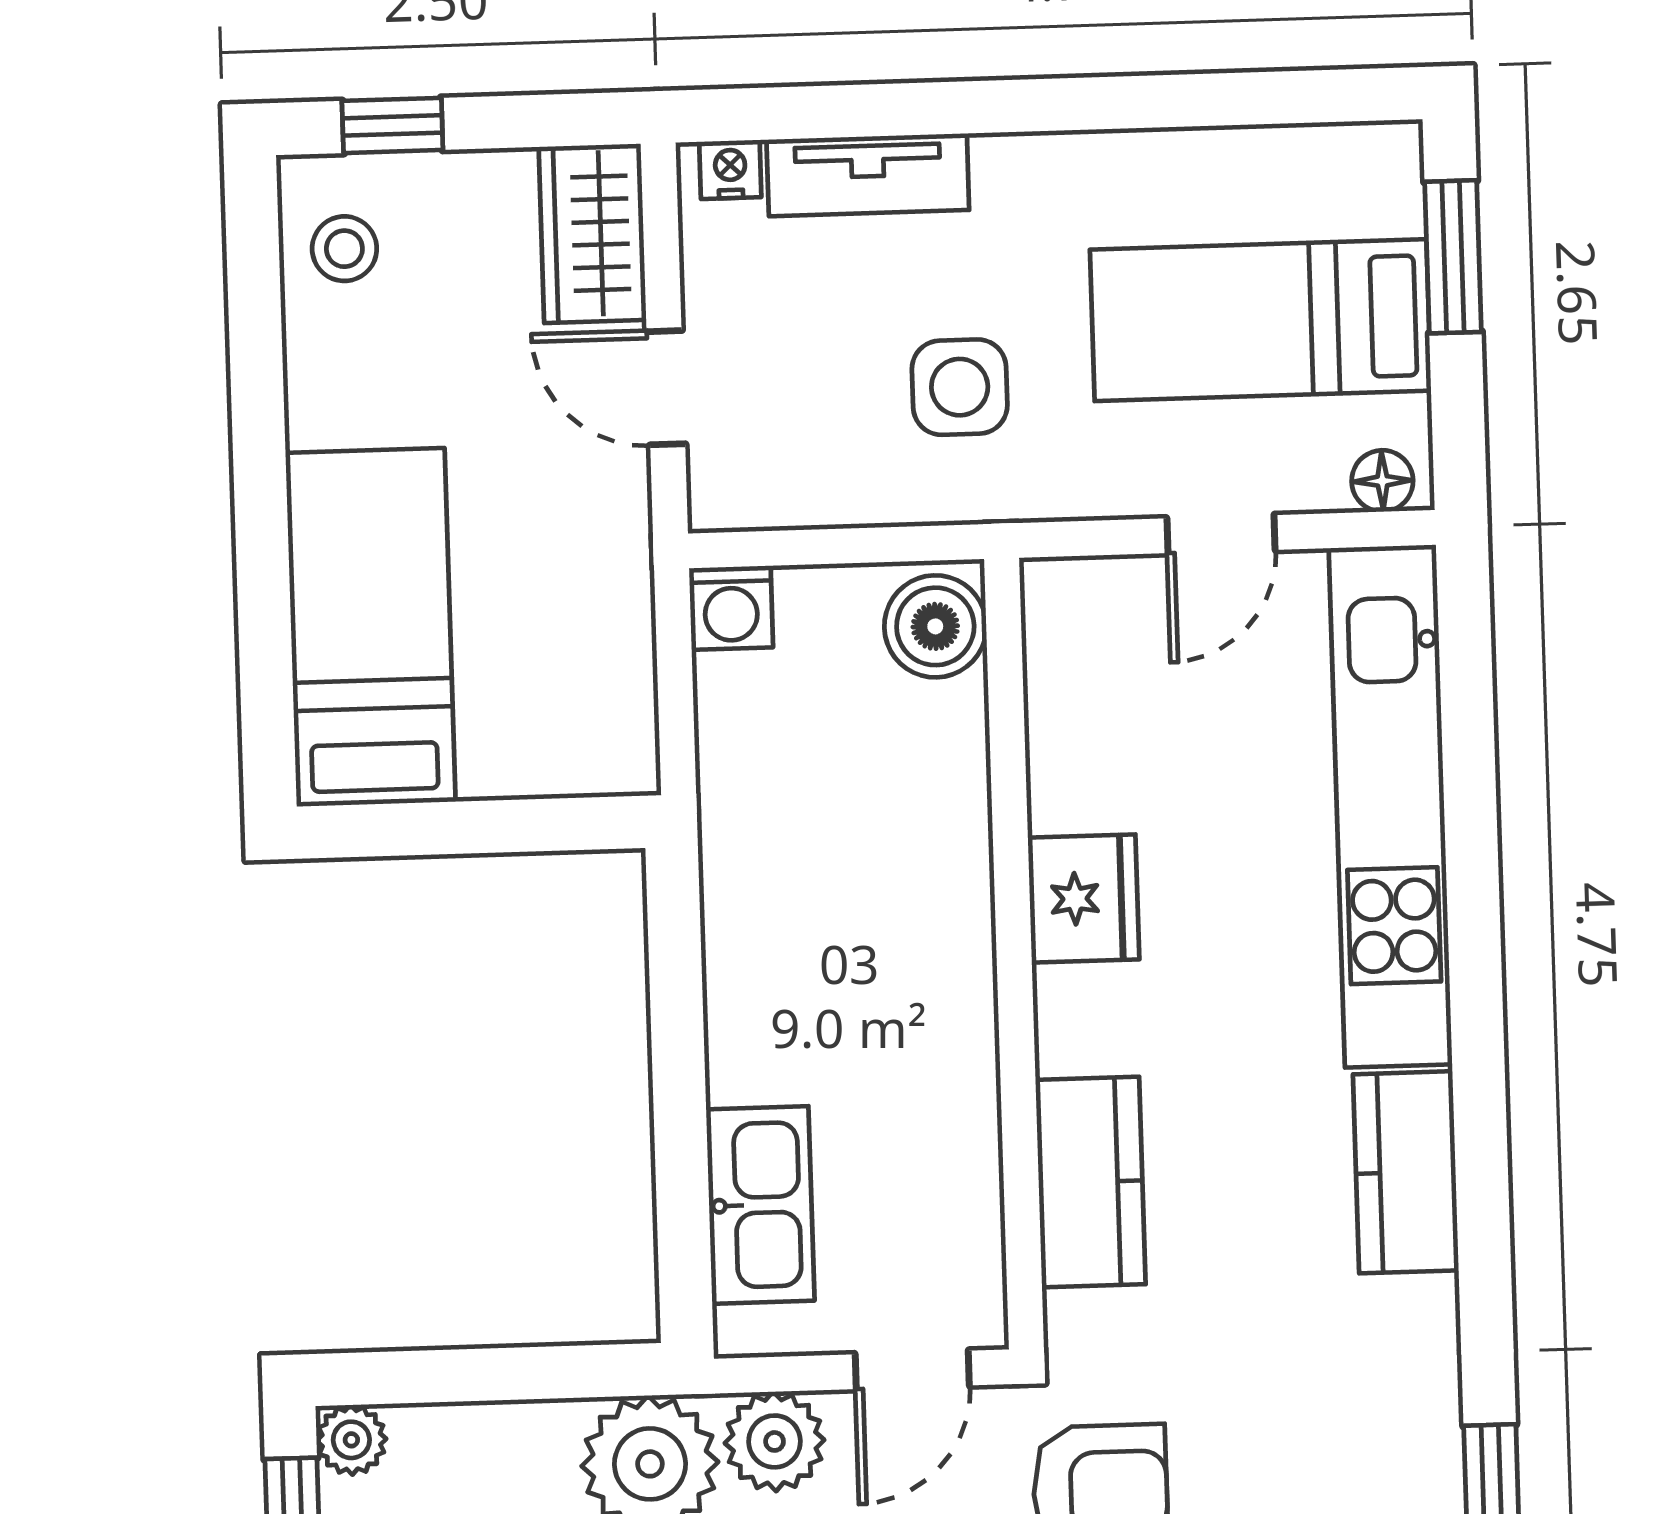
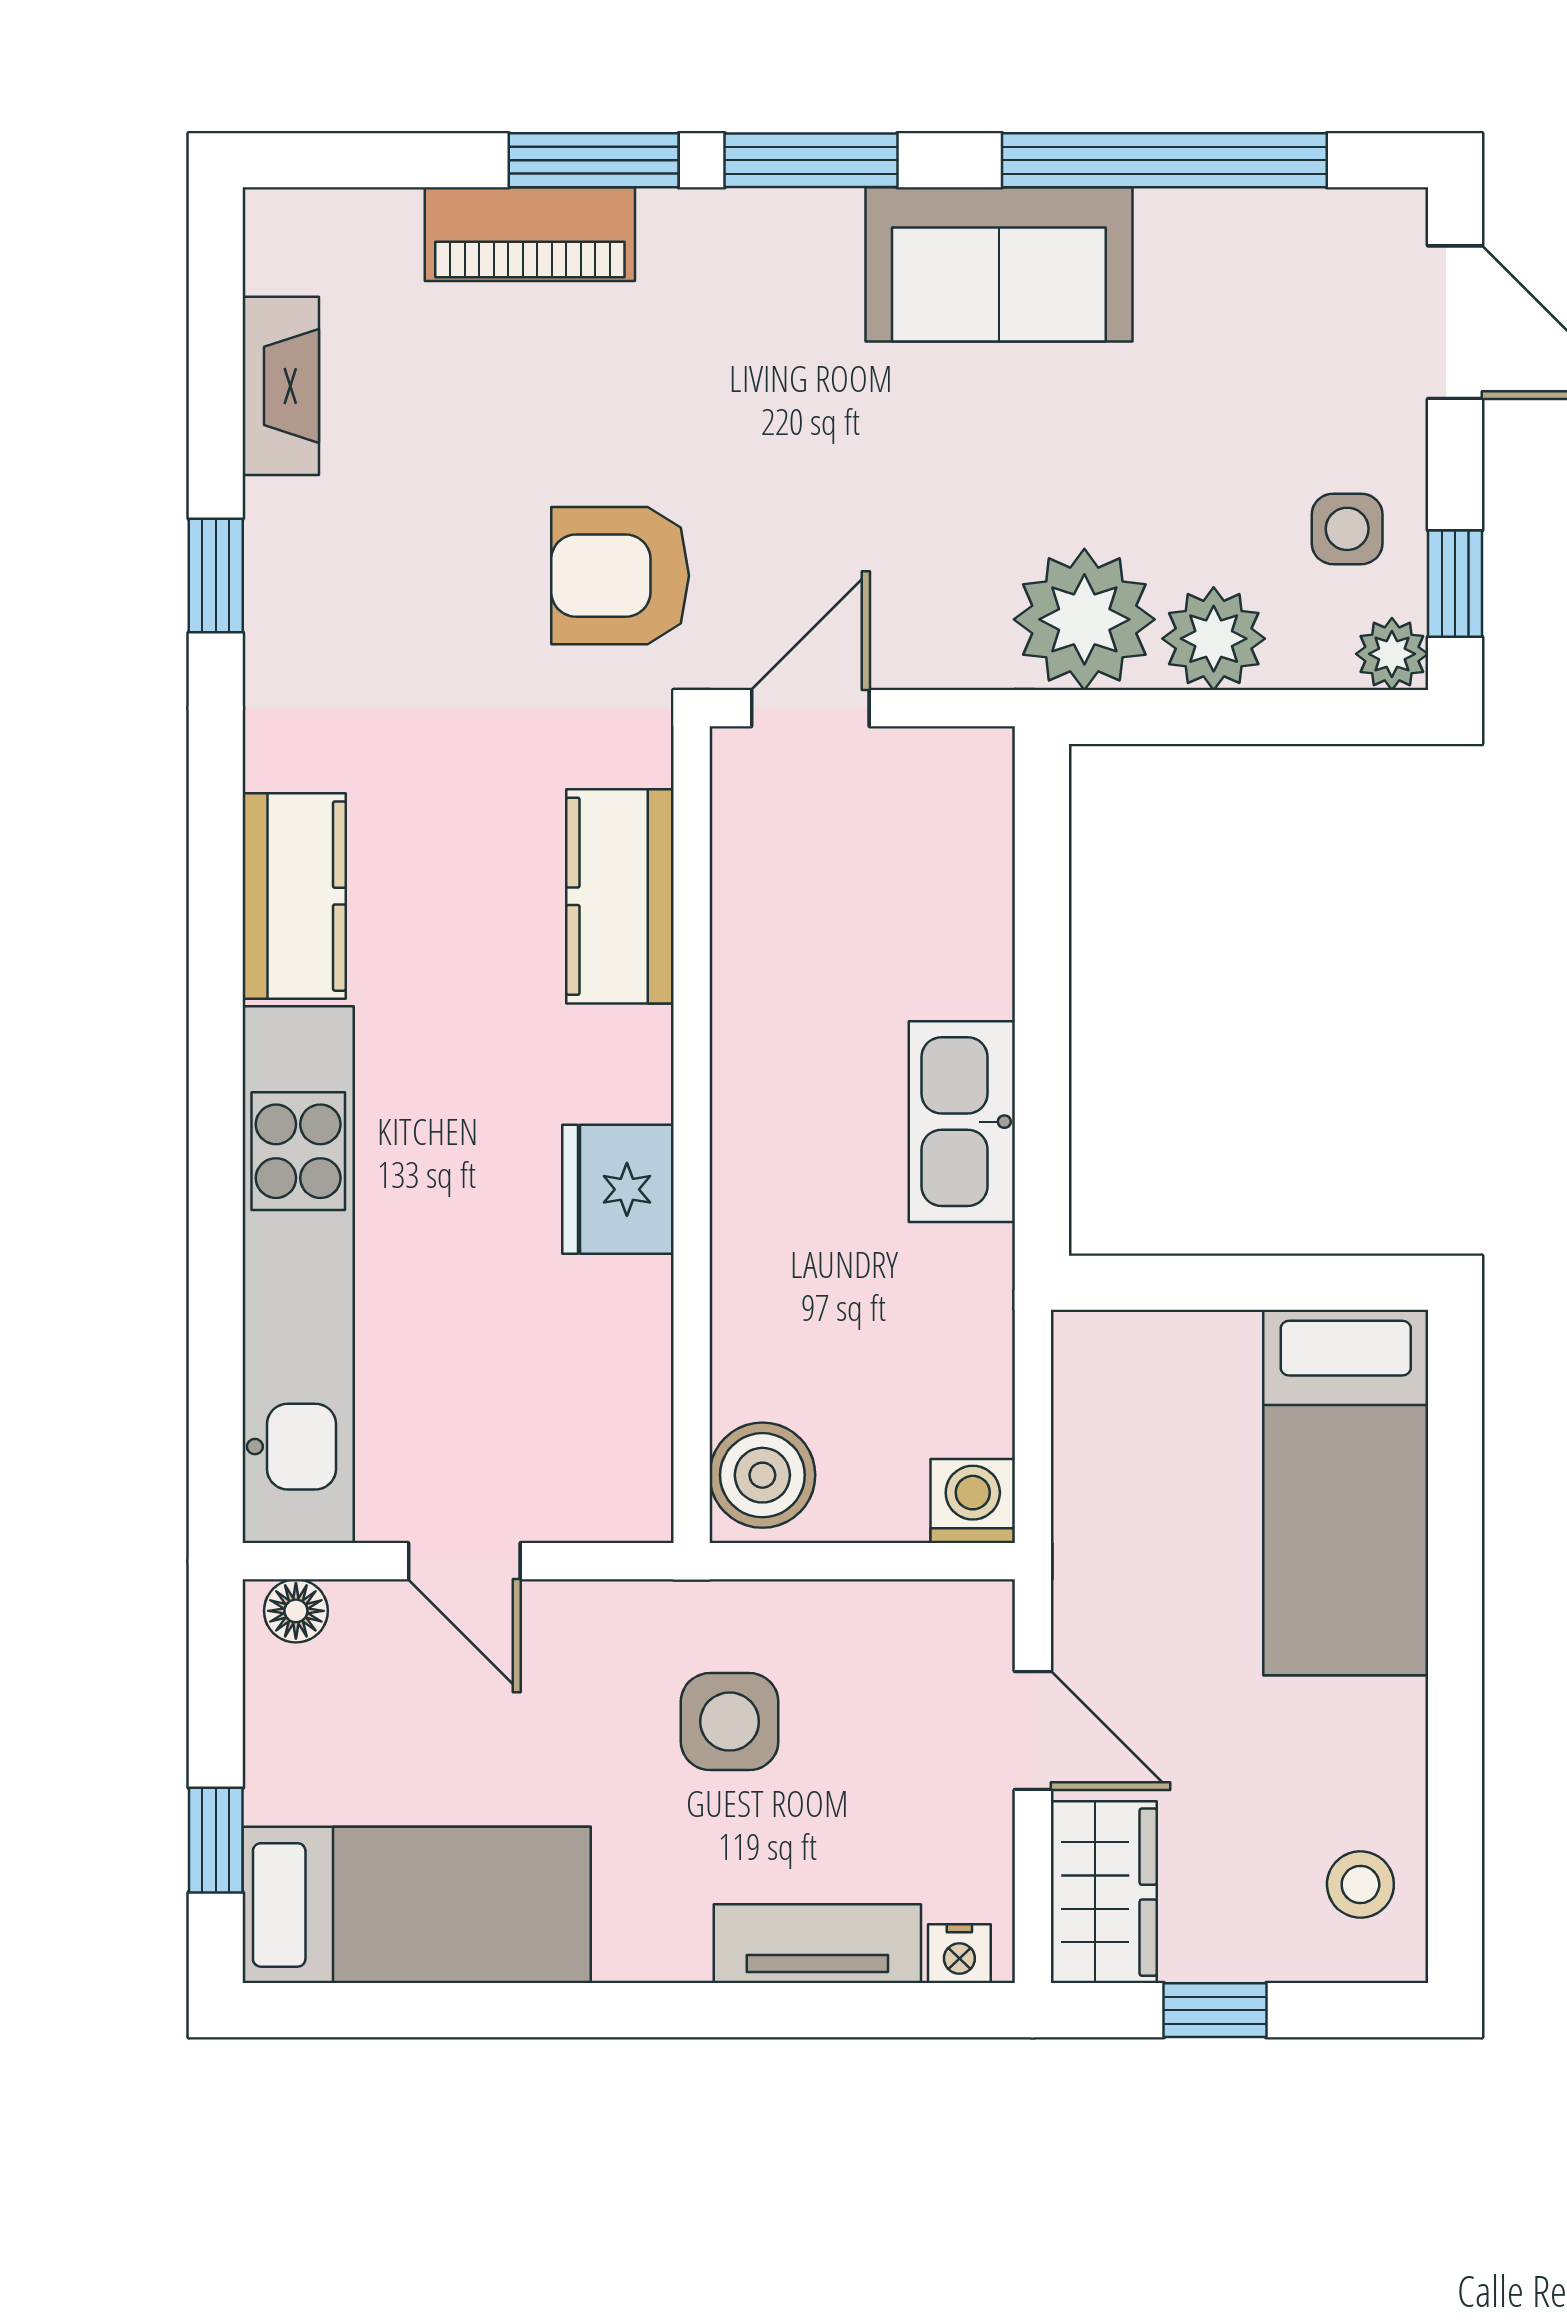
window: (392, 125) -> (1215, 2010), moved
window: (1453, 257) -> (216, 1840), width x0.67
bed: (1260, 320) -> (417, 1905), moved
door: (1221, 534) -> (464, 1561), swing flipped
kitchen sink: (760, 1205) -> (962, 1122), moved
plant: (775, 1441) -> (1214, 639), moved

